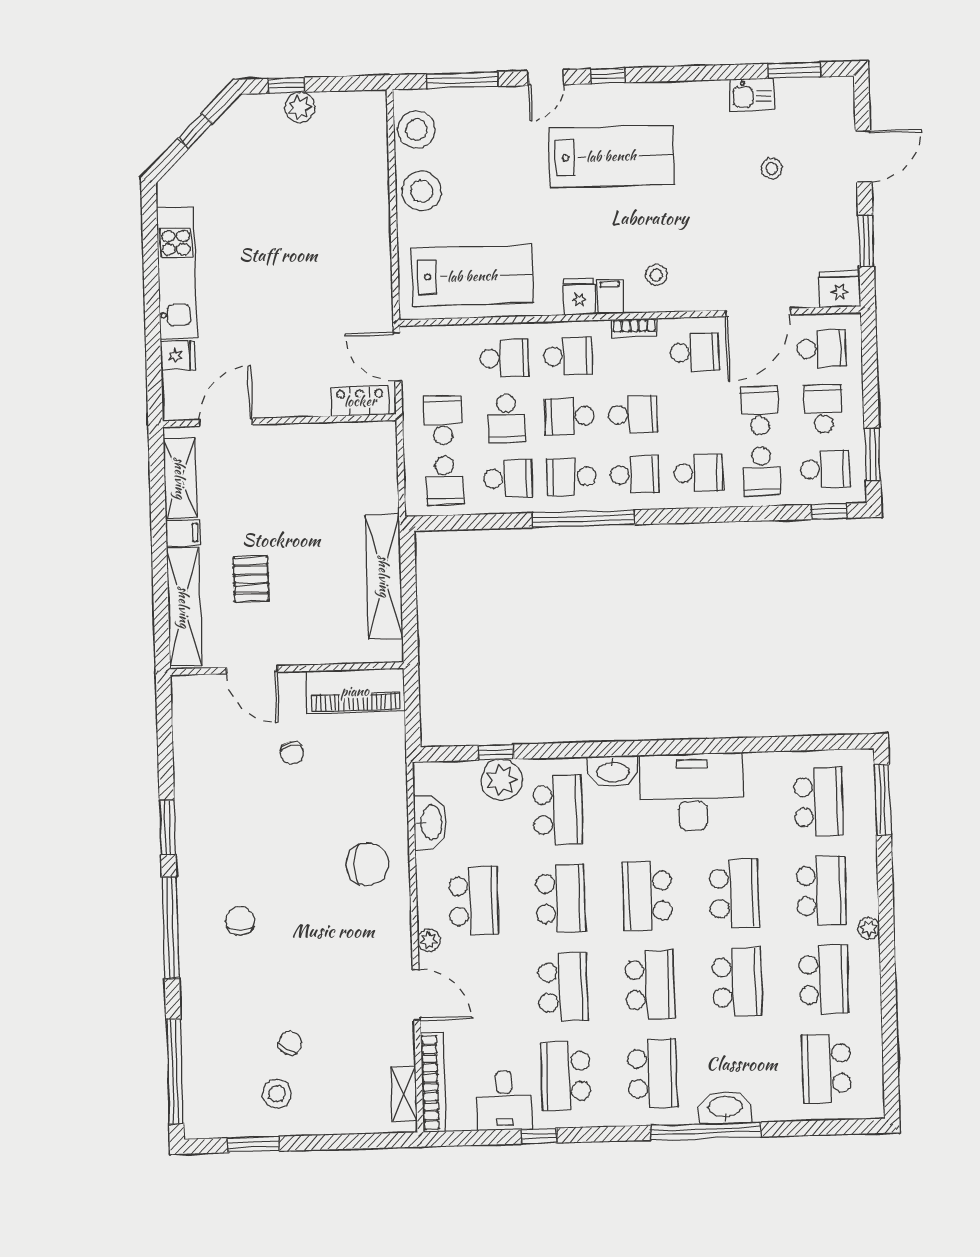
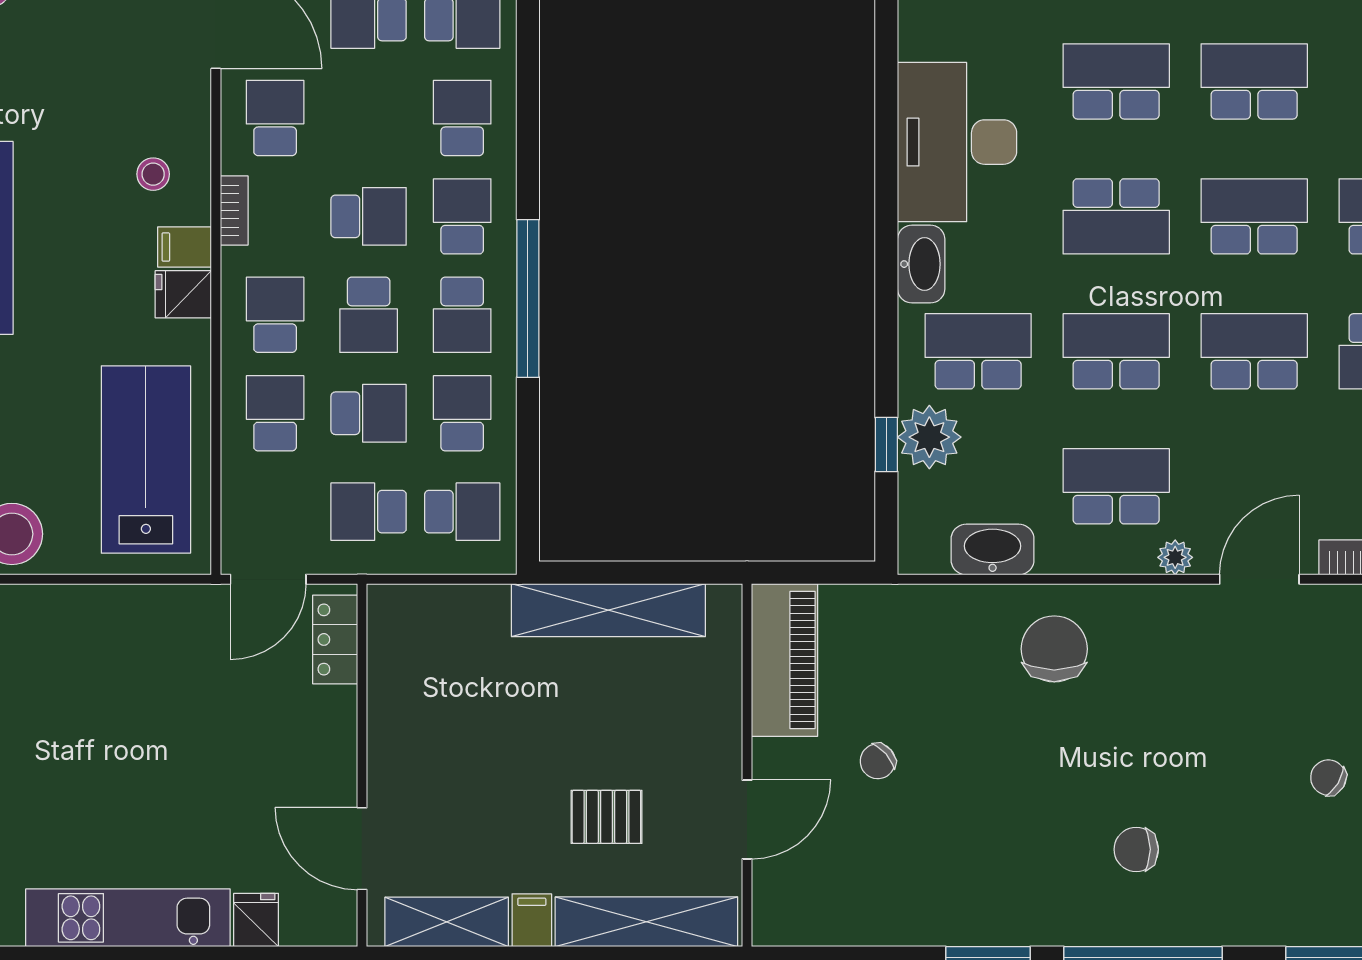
school desk: (633, 414) -> (369, 216), turned 90
chair: (292, 753) -> (878, 761), turned 152

